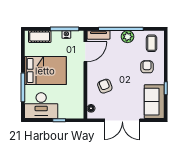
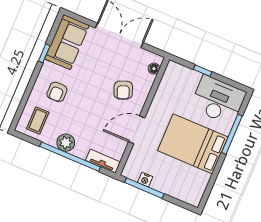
cot: (40, 37) -> (181, 192), removed
door: (85, 52) -> (137, 130), moved

